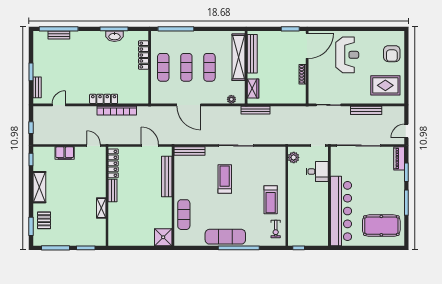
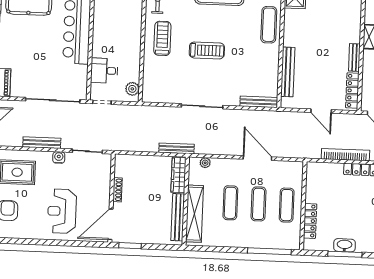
wardrobe: (253, 88) -> (178, 175), width x1.50
water cooler: (352, 99) -> (59, 157), added
door: (150, 146) -> (321, 111), moved
treadmill: (225, 179) -> (207, 50), moved, turned -90

